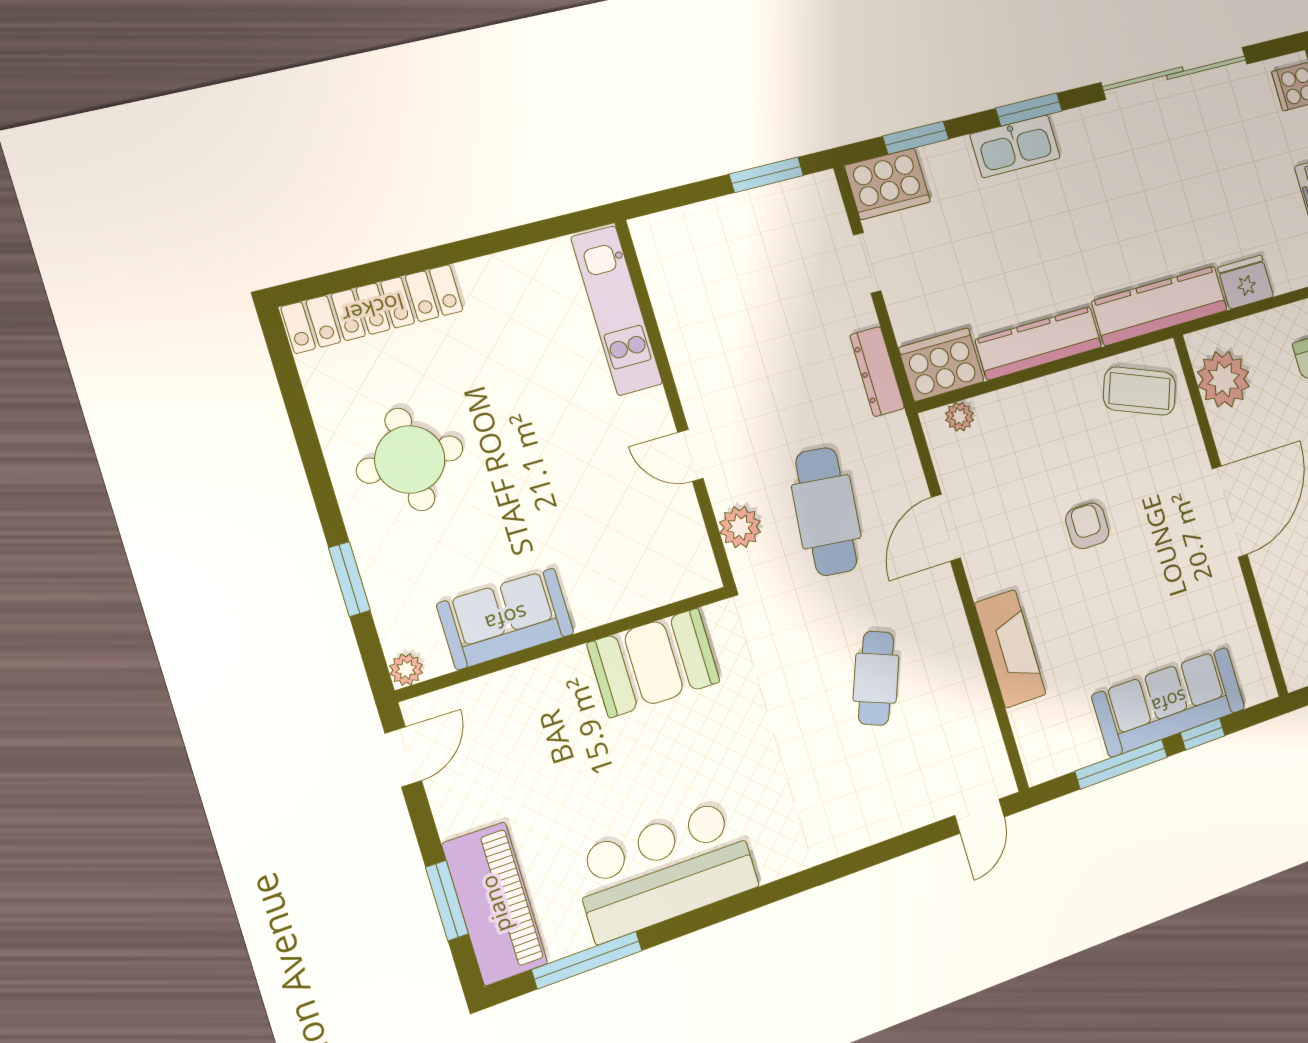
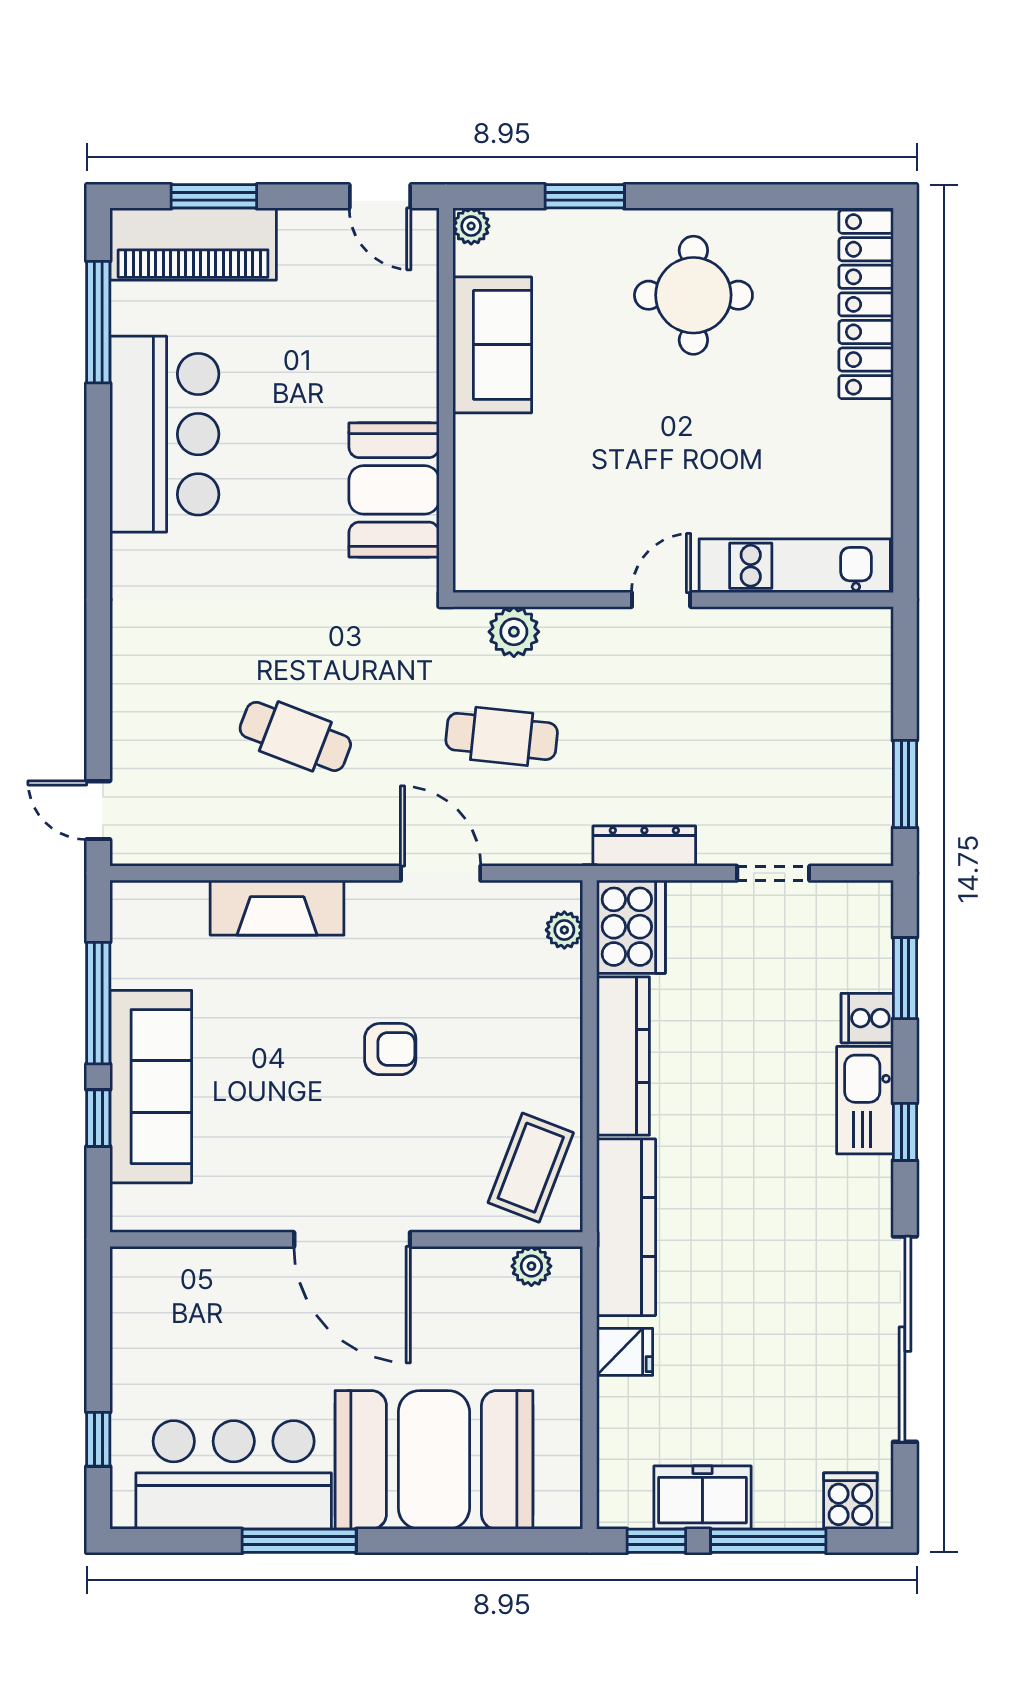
window: (1029, 110) -> (905, 1132), width x0.67
cooker: (888, 184) -> (867, 1018), moved, width x0.53, depth x0.76
fridge: (1246, 282) -> (625, 1352), width x0.72
plant: (1223, 379) -> (531, 1266), width x0.53, depth x0.53
door: (690, 456) -> (661, 600), moved
cafe table: (826, 512) -> (502, 736), width x0.73, depth x0.74

